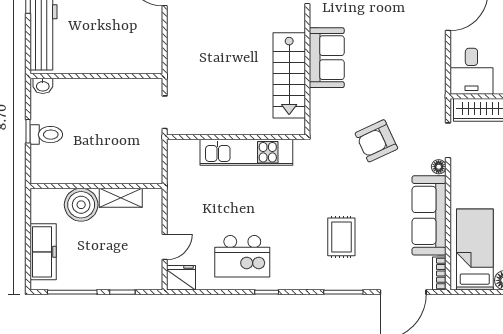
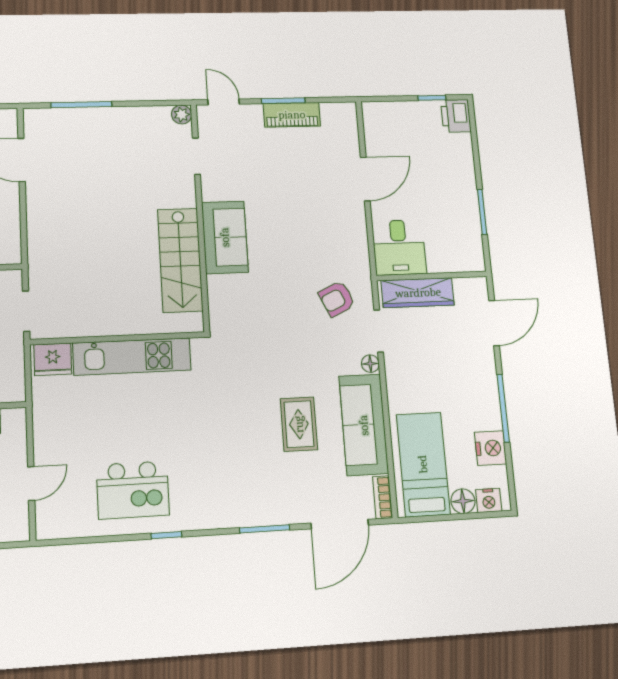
armchair: (376, 141) -> (337, 299), moved, width x0.72, depth x0.72
rug: (341, 237) -> (299, 424), moved
fridge: (181, 278) -> (53, 359), moved, turned 180

